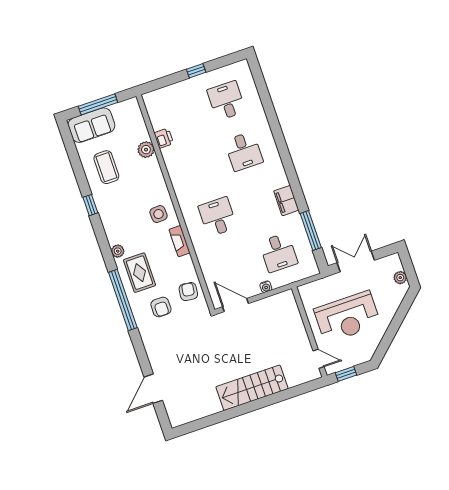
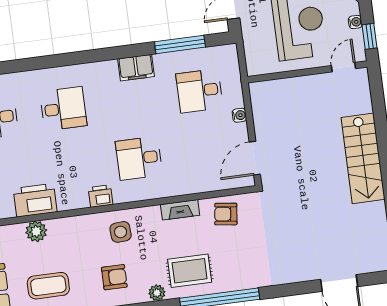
printer: (164, 138) -> (35, 200), width x1.87, depth x1.48
printer: (183, 193) -> (101, 196), added
fireplace: (179, 241) -> (180, 210), moved
desk: (278, 253) -> (199, 91), turned 180
armchair: (161, 307) -> (114, 277), moved
water cooler: (355, 361) -> (355, 22), added

